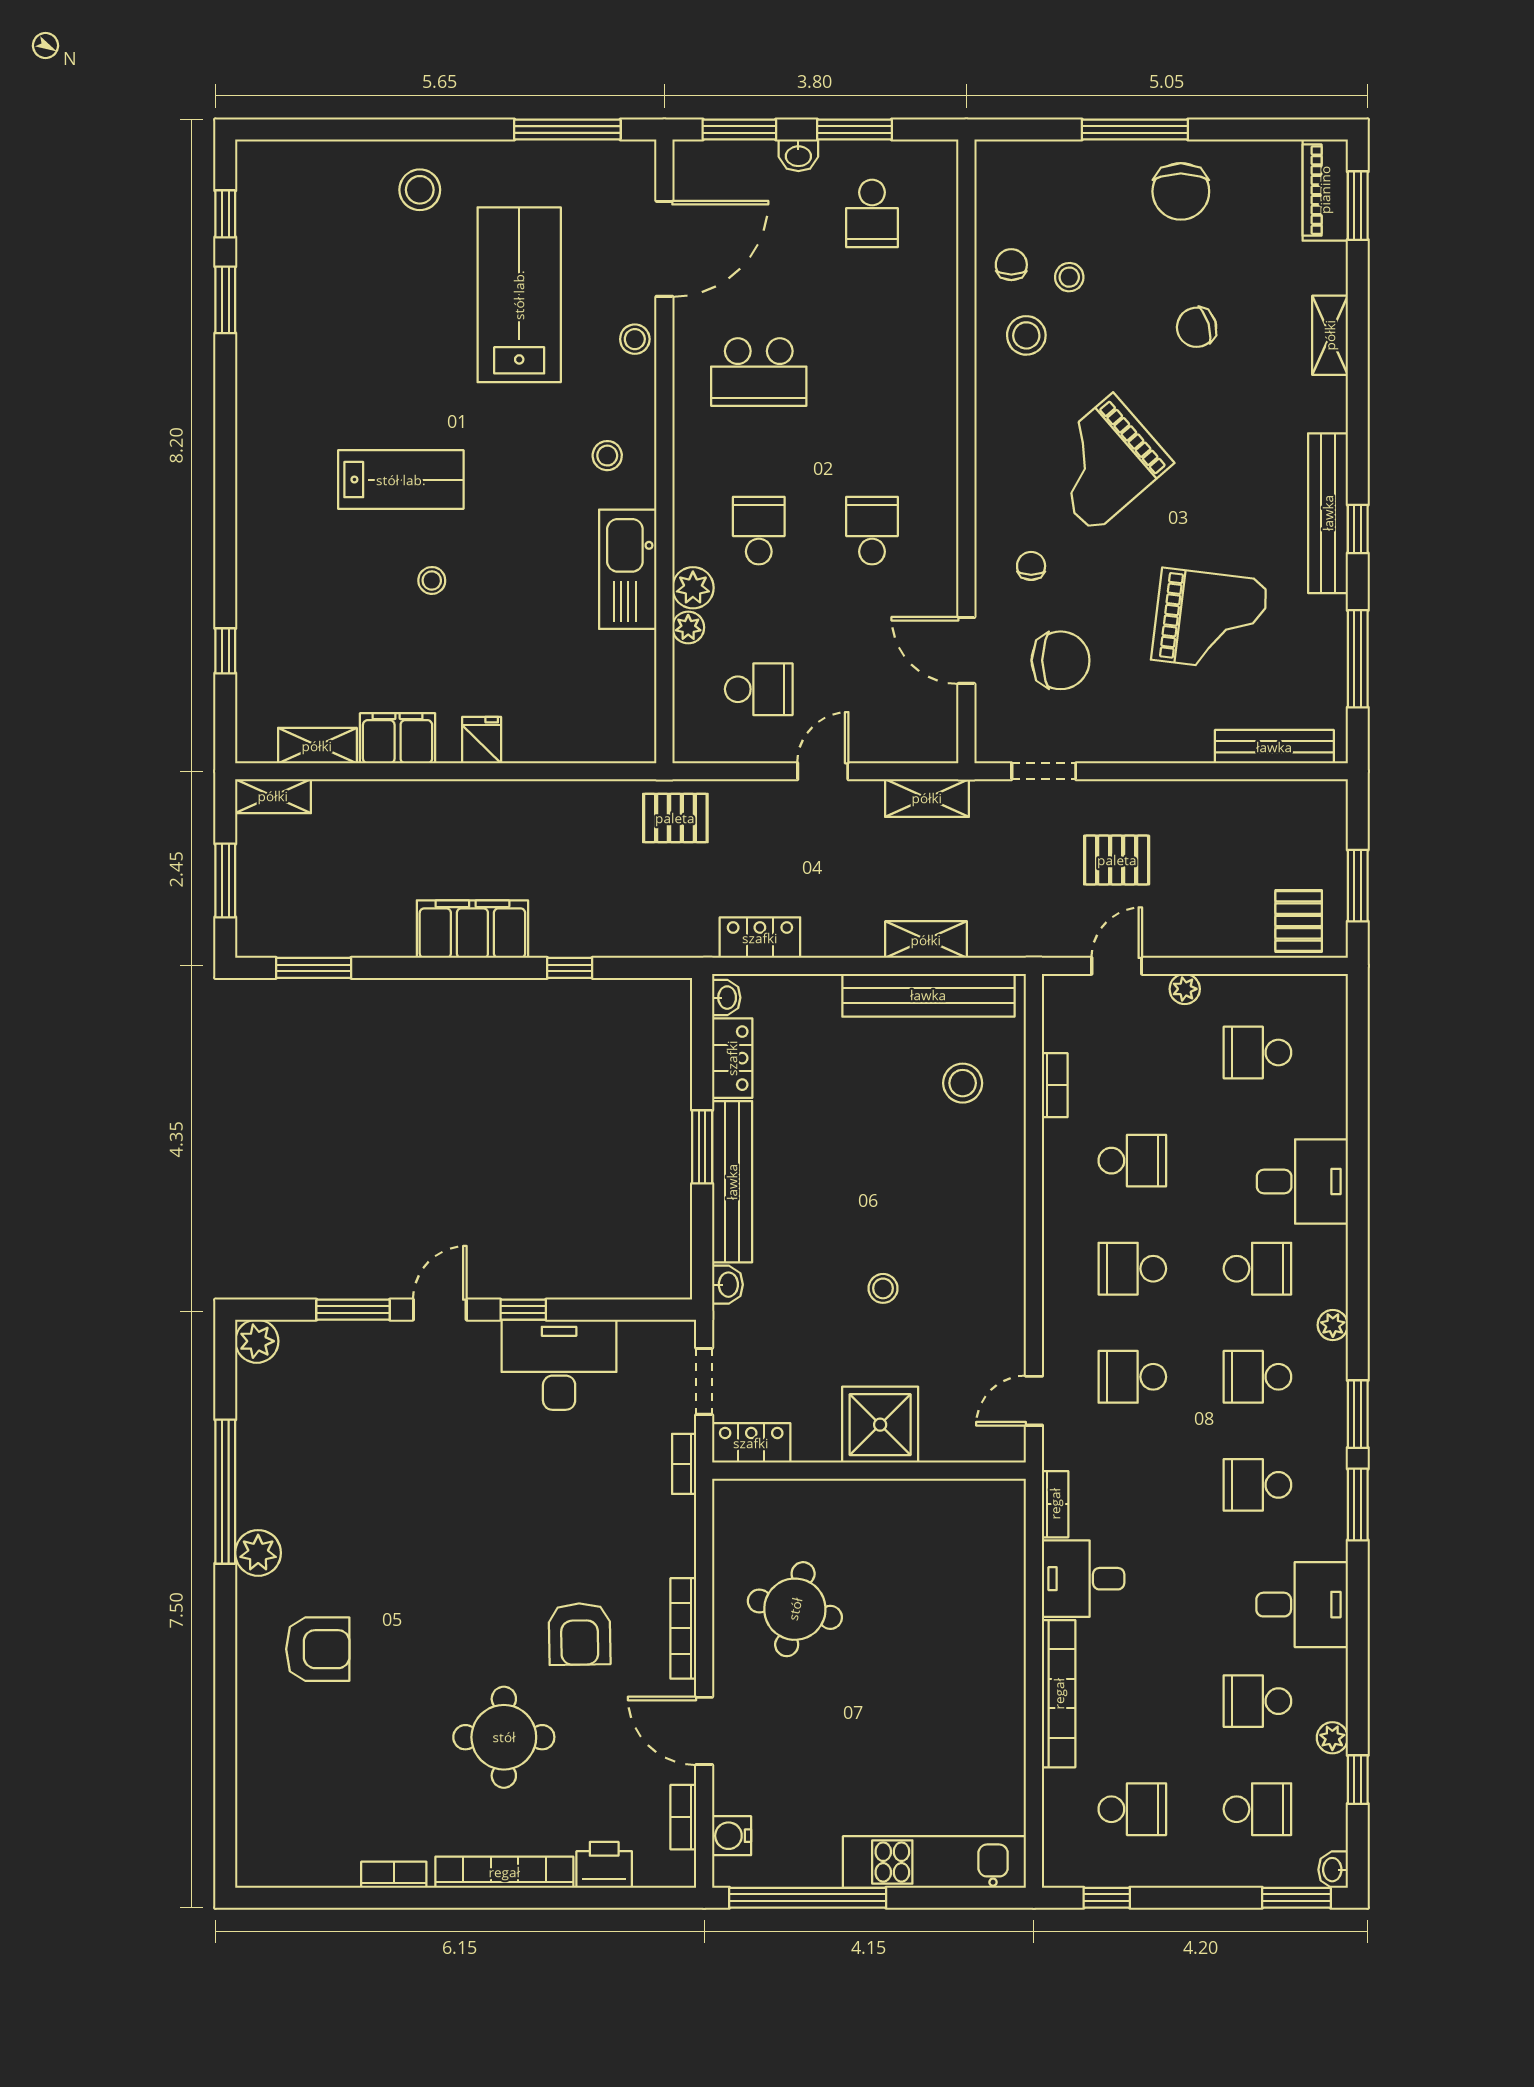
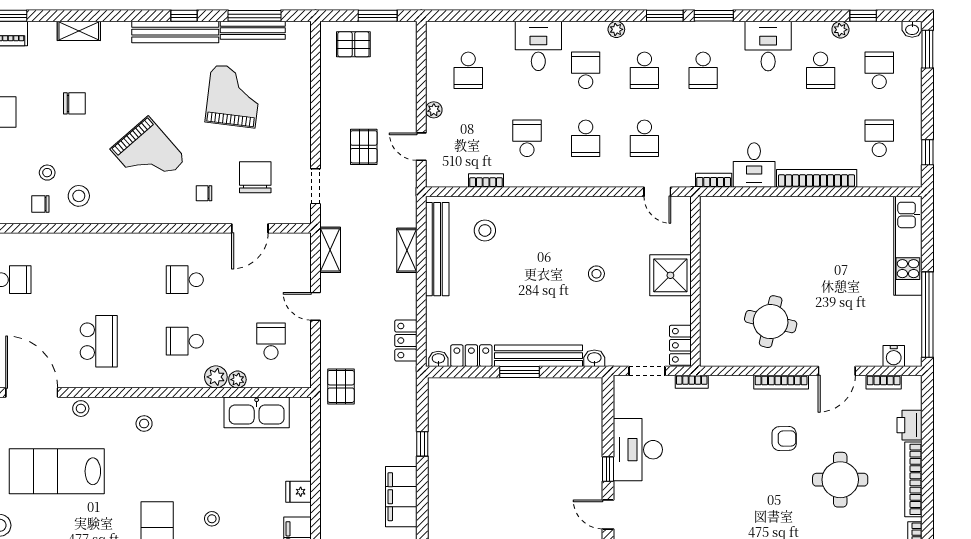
chair: (1197, 327) -> (74, 103), turned -73
kitchen sink: (628, 569) -> (257, 412), moved
bench: (1274, 747) -> (253, 30), moved, turned 90
pallet: (1299, 921) -> (353, 44), moved
armchair: (580, 1634) -> (784, 439), width x0.72, depth x0.72

